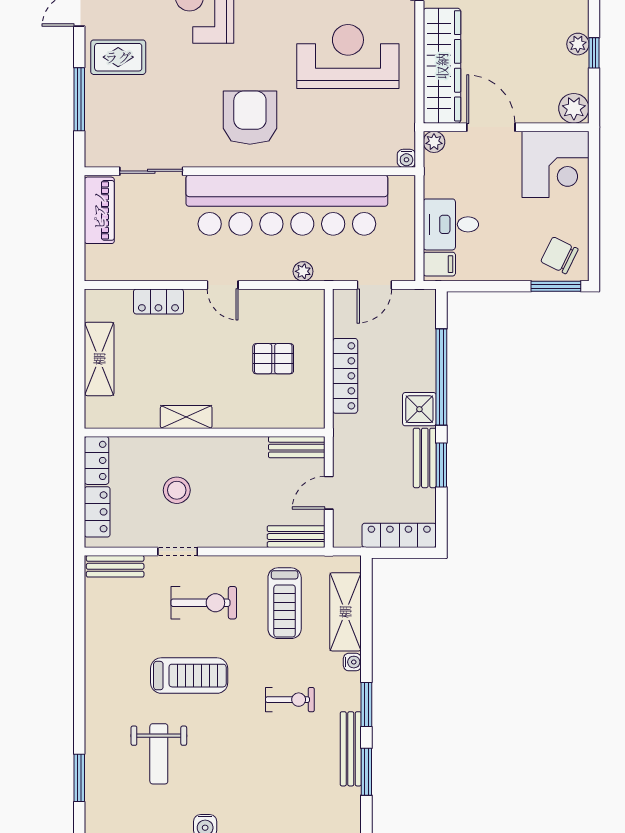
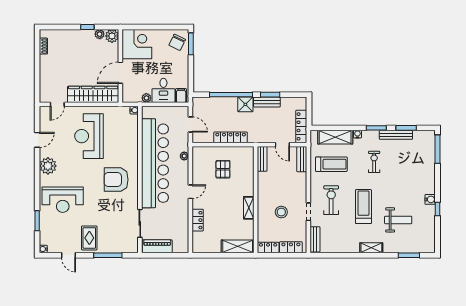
plant: (578, 44) -> (100, 34), moved
plant: (434, 142) -> (146, 98), moved
shelving: (99, 359) -> (238, 246), moved
locker: (399, 535) -> (301, 126), moved
shelving: (96, 693) -> (371, 248), added

